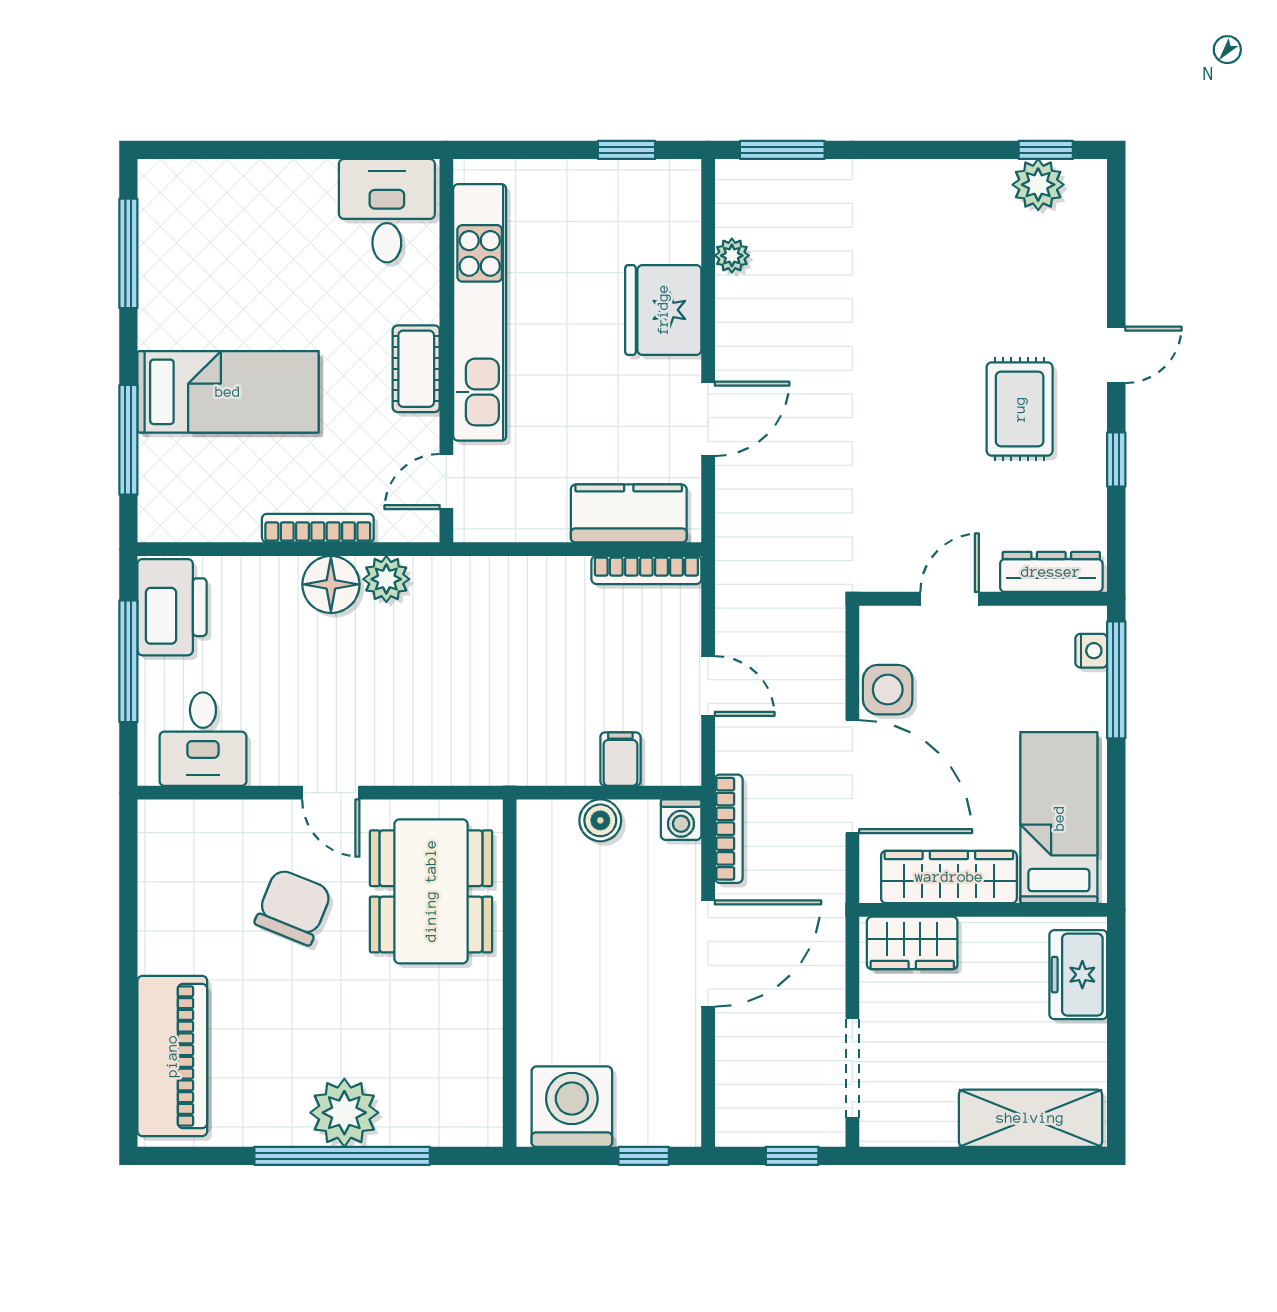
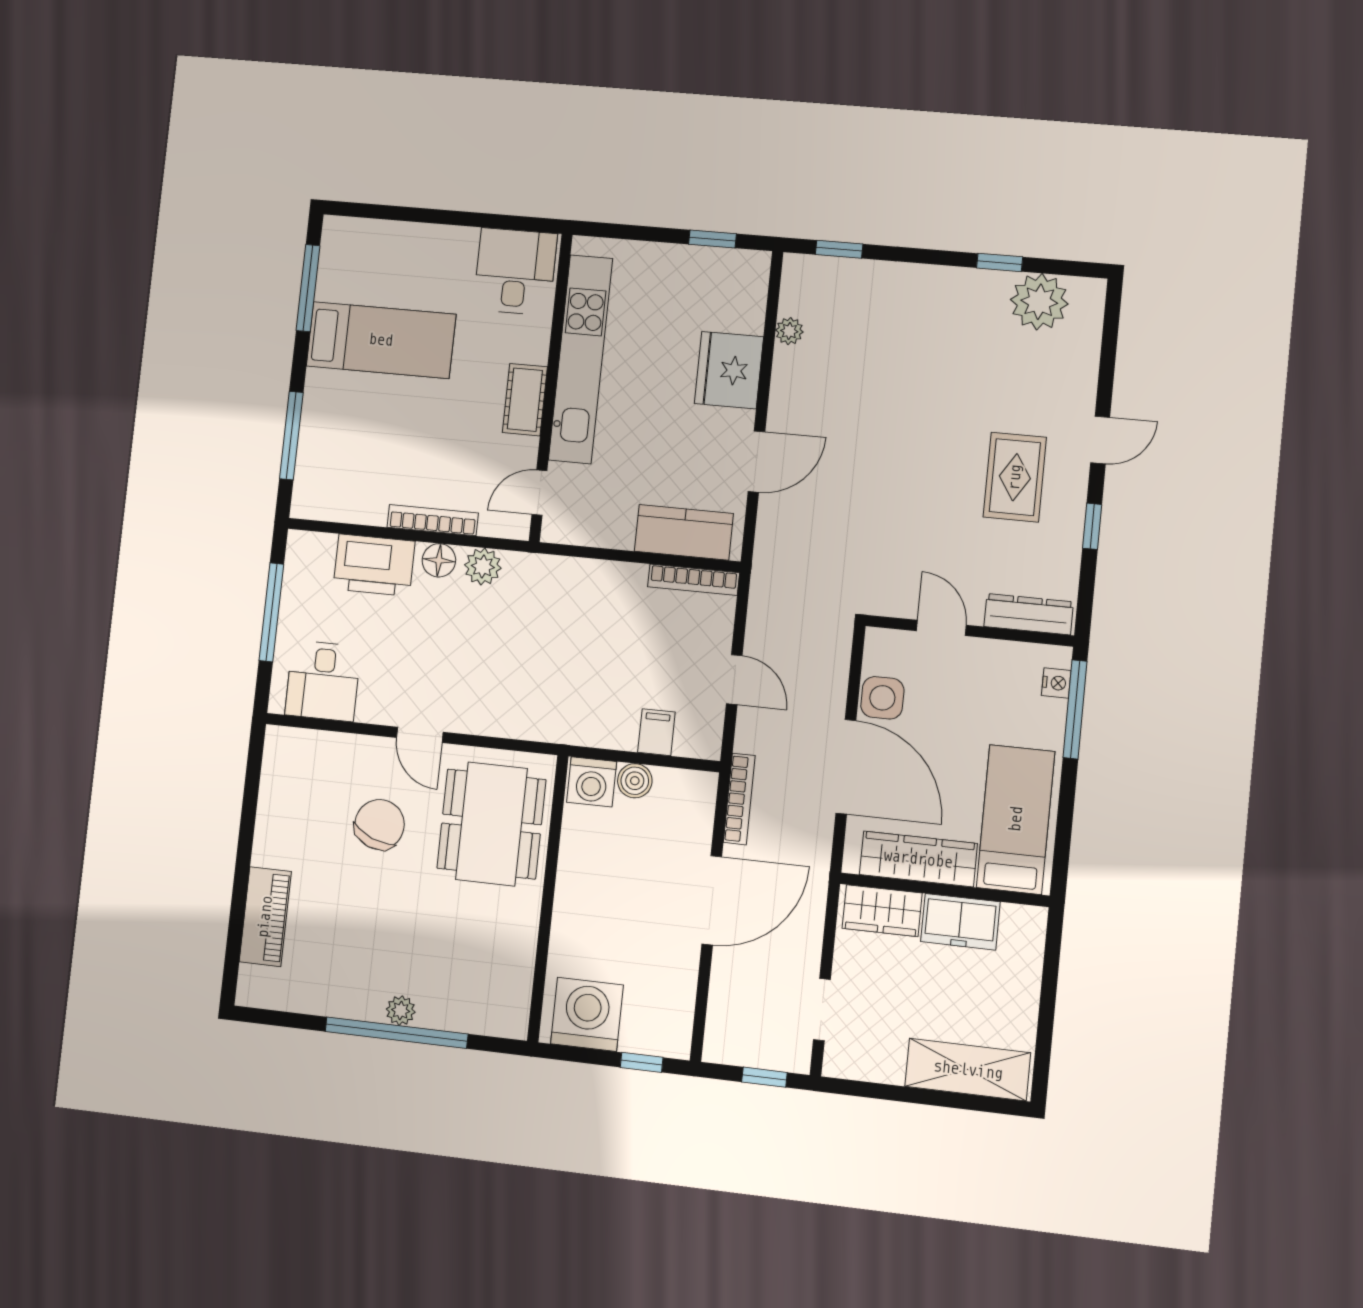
window: (782, 150) -> (839, 249), width x0.67
window: (1046, 150) -> (1000, 262), moved
plant: (1038, 185) -> (1039, 302), width x1.36, depth x1.36
bed: (228, 392) -> (381, 340), moved
floor lamp: (331, 584) -> (439, 560), width x0.73, depth x0.73
door: (950, 599) -> (941, 628), hinge flipped
printer: (172, 607) -> (374, 565), moved, turned 90
washing machine: (681, 820) -> (592, 782), moved, width x1.38, depth x1.38
freezer: (1078, 975) -> (960, 922), moved, turned -90
piano: (172, 1056) -> (265, 917), width x0.73, depth x0.75
doorway: (852, 1068) -> (822, 1010), width x0.73
plant: (344, 1113) -> (401, 1011), width x0.53, depth x0.53

